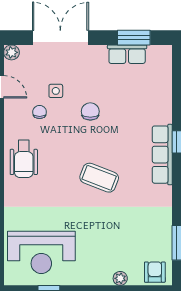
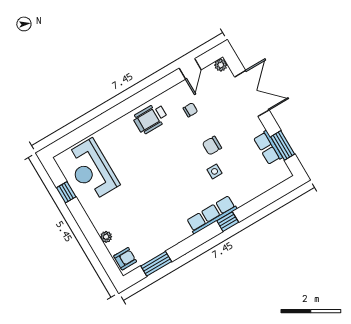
side table: (56, 91) -> (215, 171), moved
chair: (90, 111) -> (212, 146), turned 180
coffee table: (99, 178) -> (169, 180), removed

